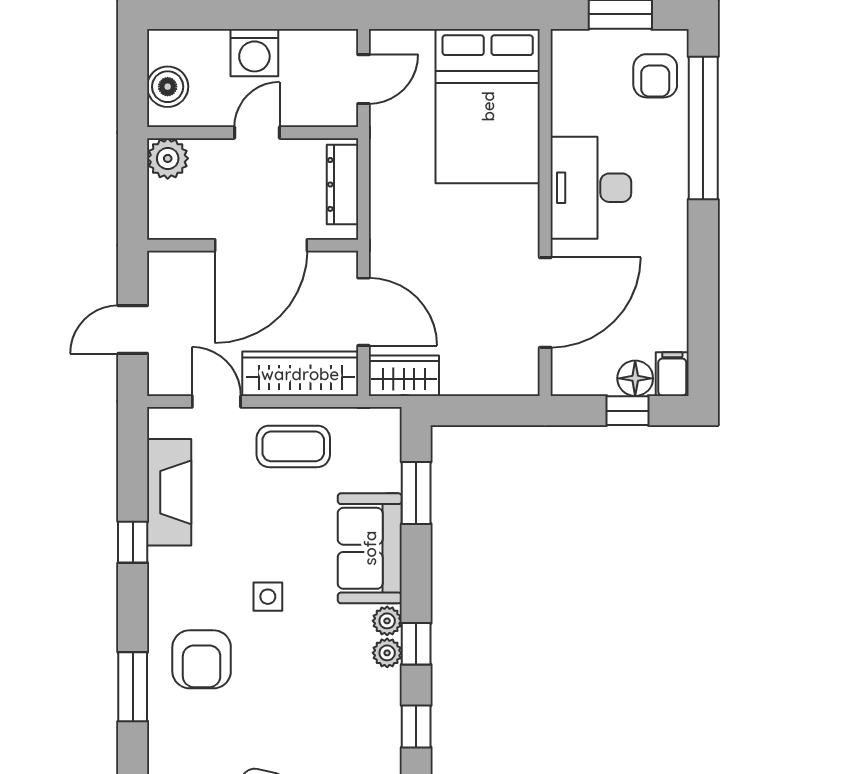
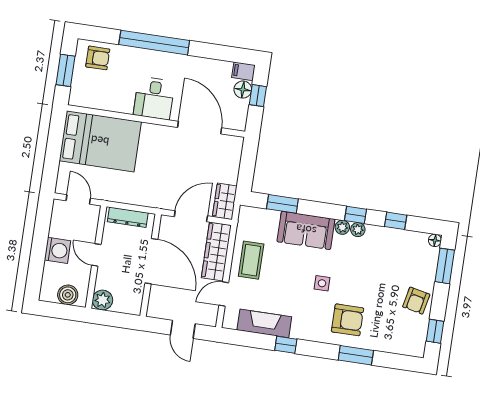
window: (703, 128) -> (154, 43), moved
desk: (591, 188) -> (154, 98), width x0.73

